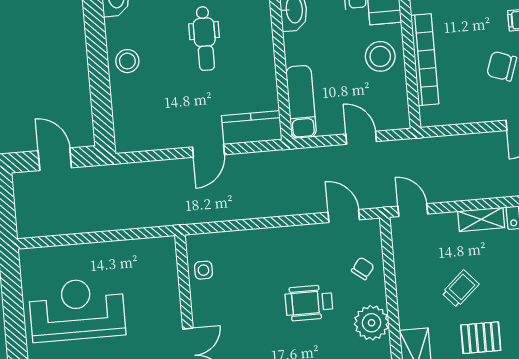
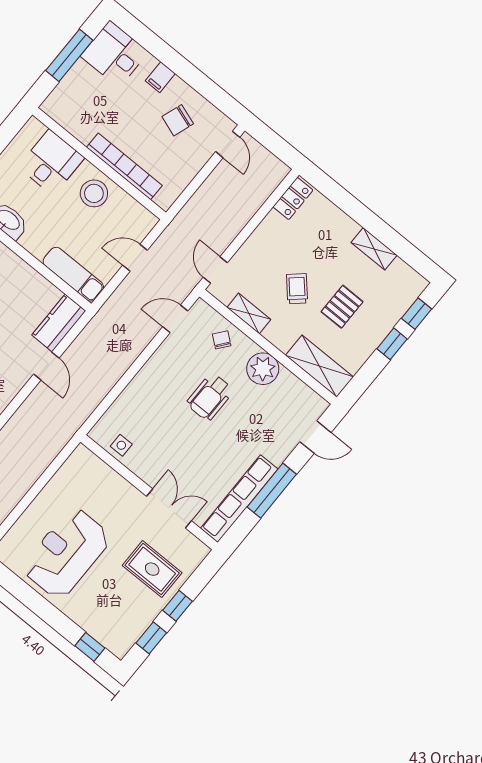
door: (413, 210) -> (215, 270), hinge flipped
shelving: (481, 219) -> (249, 313), moved, turned 90

